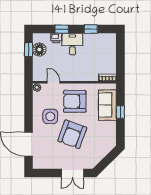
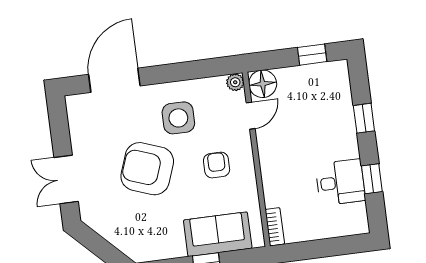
printer: (56, 38) -> (344, 109), removed
desk: (72, 44) -> (340, 182), moved
floor lamp: (39, 50) -> (263, 84), moved
armchair: (75, 101) -> (217, 165), width x0.53, depth x0.53

